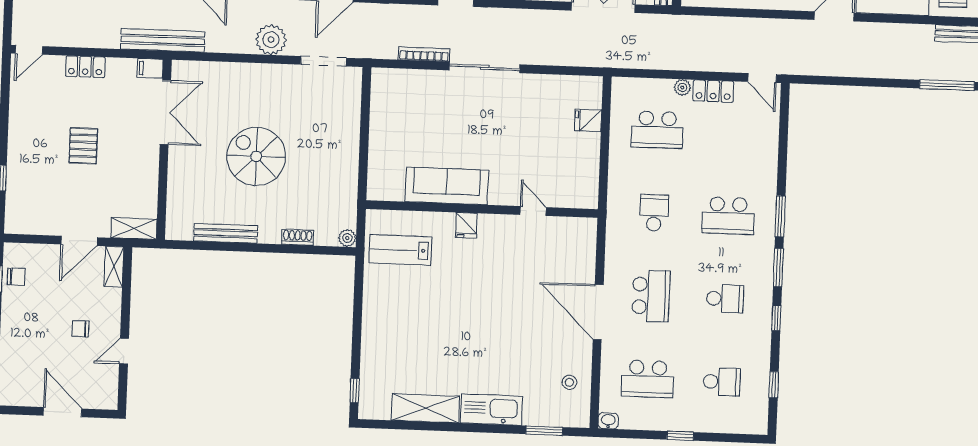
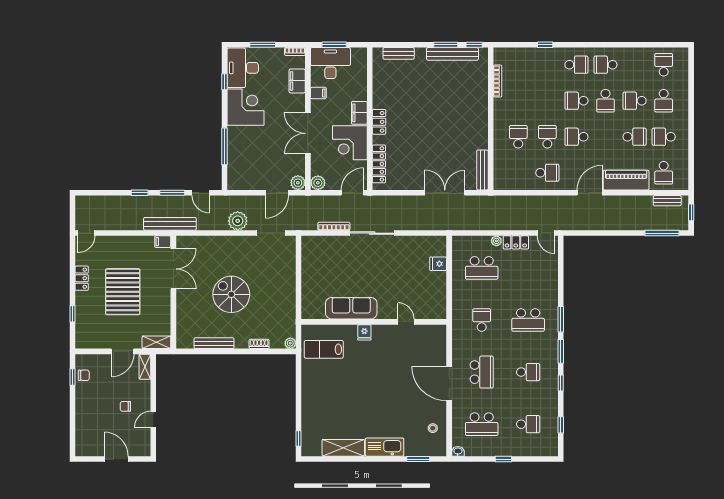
locker: (85, 67) -> (82, 278), moved, turned -90
pallet: (83, 146) -> (123, 292), width x2.05, depth x2.00

